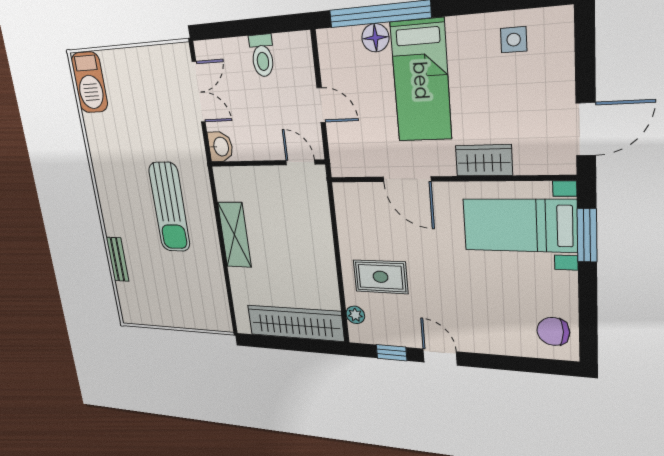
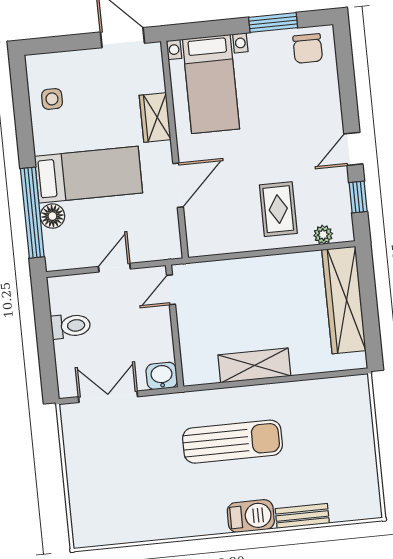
barbecue: (89, 82) -> (251, 516), moved, width x0.73, depth x0.83
window: (587, 235) -> (273, 23), moved

